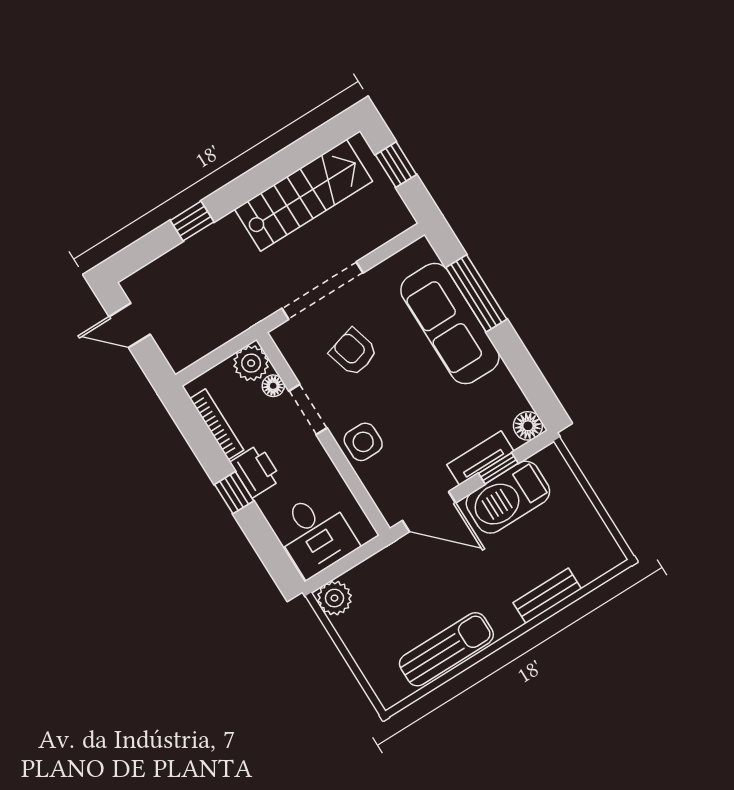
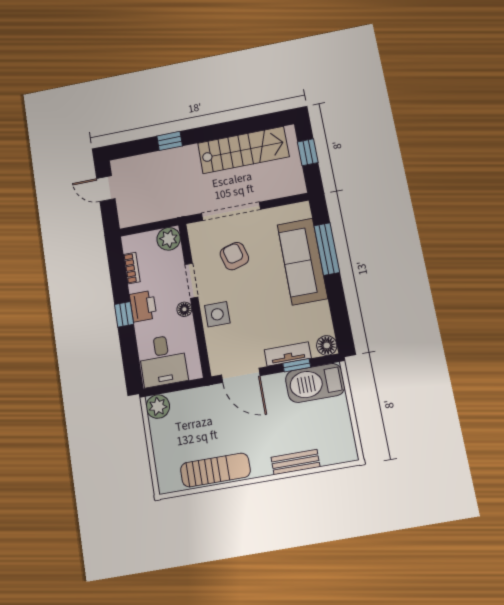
floor lamp: (273, 386) -> (184, 309), moved
bookcase: (217, 424) -> (132, 268), width x0.64
barbecue: (508, 497) -> (315, 383), moved

